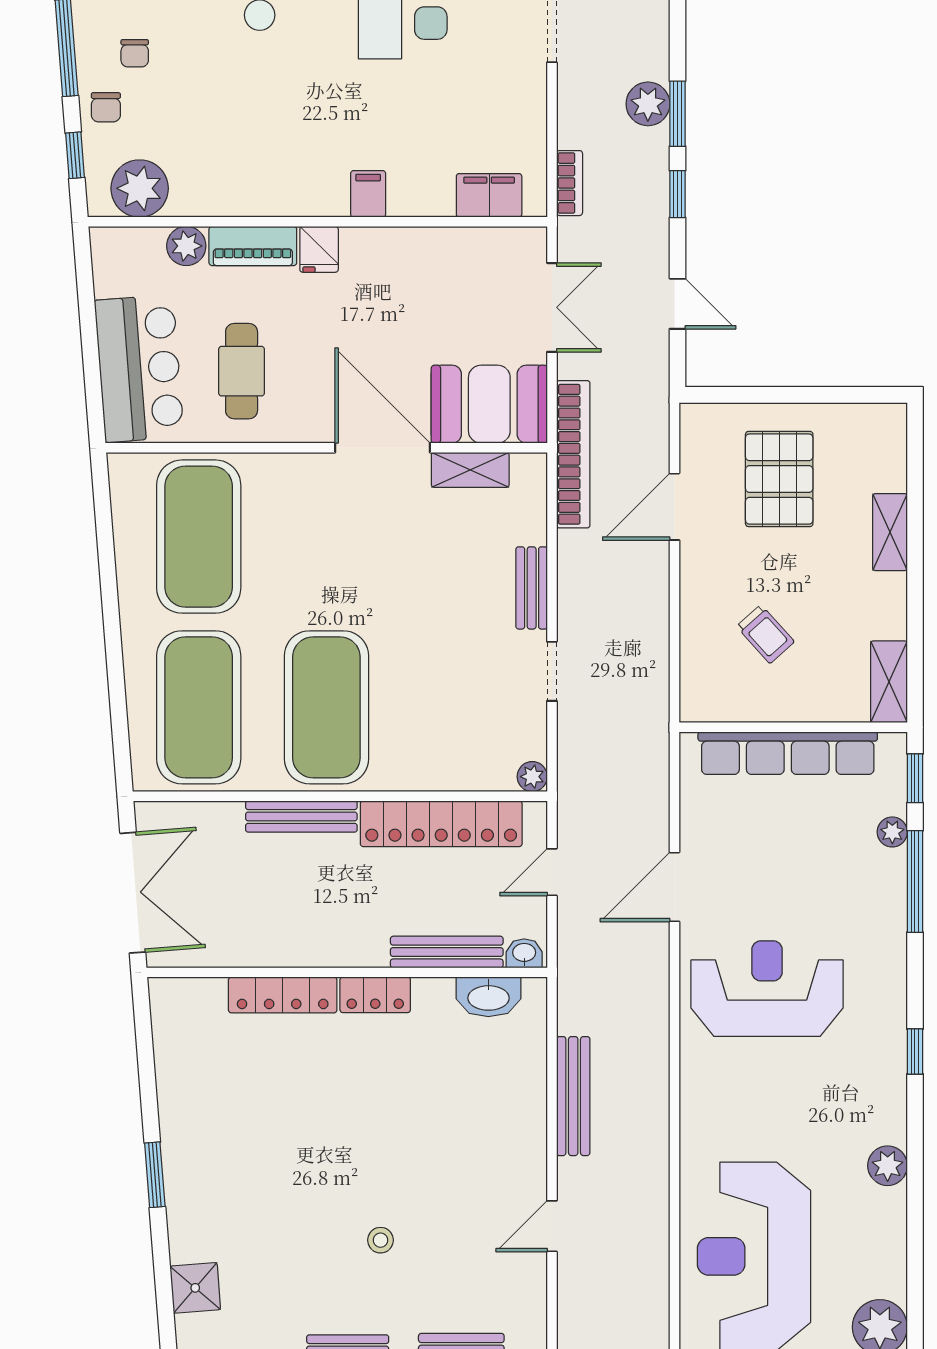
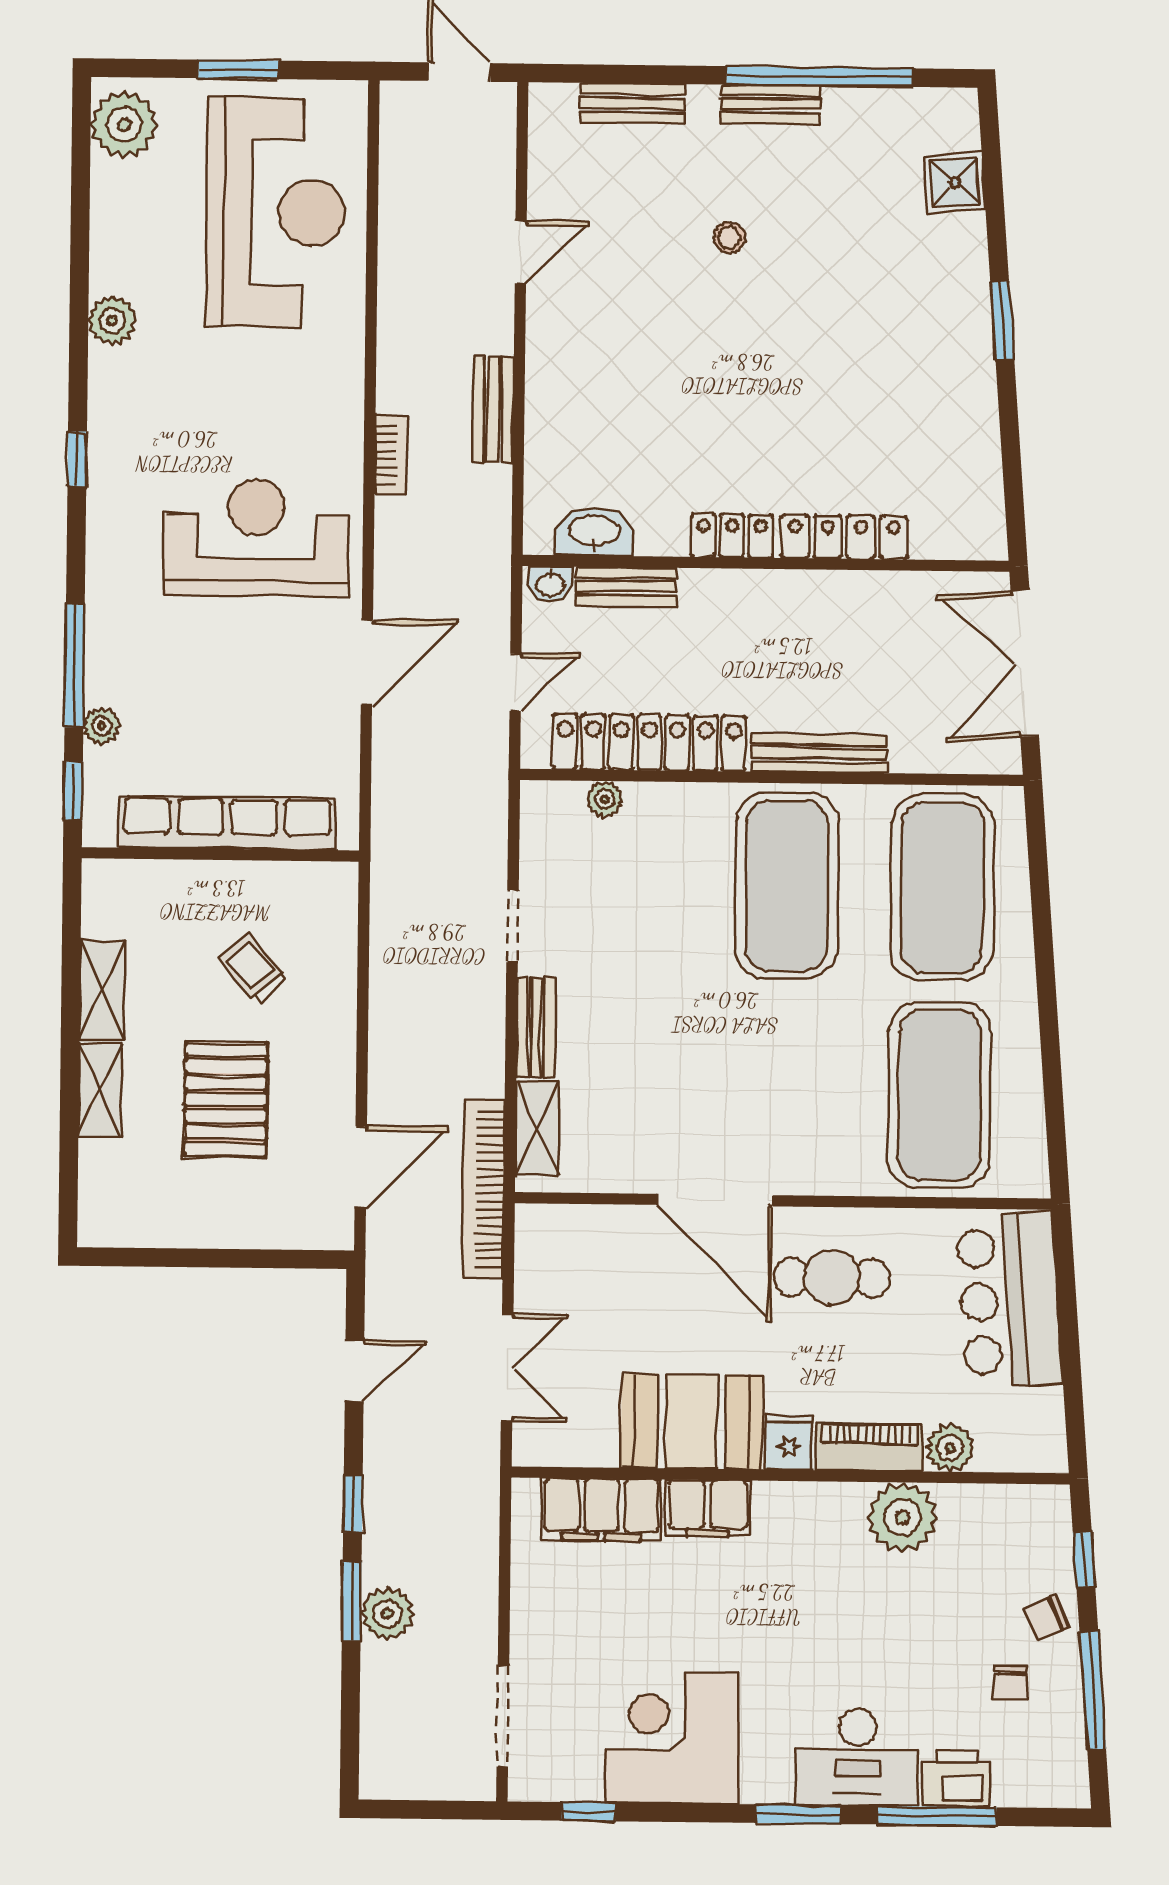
chair: (135, 53) -> (1010, 1683), turned 180
chair: (106, 107) -> (1046, 1618), turned -113
bookcase: (570, 183) -> (391, 455), moved, turned 180
plant: (140, 188) -> (903, 1517), moved
filing cabinet: (368, 194) -> (707, 1508), width x2.00
filing cabinet: (489, 195) -> (602, 1510), width x1.50, depth x1.17
door: (678, 304) -> (354, 1371), swing flipped
double door: (552, 307) -> (507, 1368), swing flipped
cafe table: (242, 371) -> (832, 1278), moved, turned 90
booth: (489, 404) -> (692, 1421), moved
shelving: (470, 470) -> (537, 1129), moved, turned 90
pallet: (779, 479) -> (226, 1099), moved
door: (674, 507) -> (361, 1167), moved
shelving: (889, 682) -> (102, 990), moved
plant: (532, 777) -> (605, 799), moved
bench: (447, 952) -> (626, 586), width x0.73
reception desk: (767, 989) -> (256, 537), turned 180
bench: (573, 1096) -> (493, 410), width x0.73

